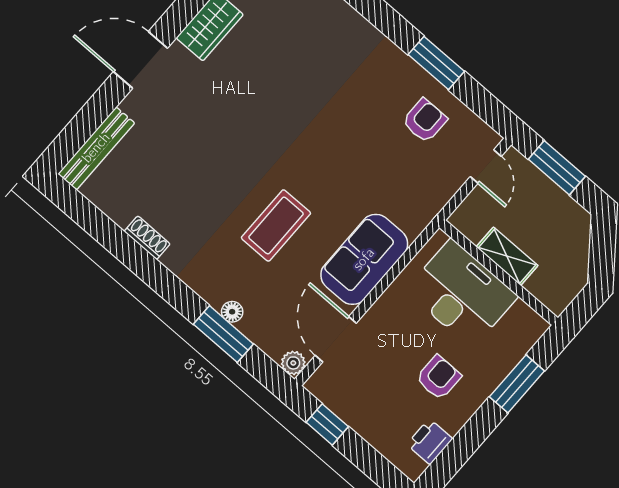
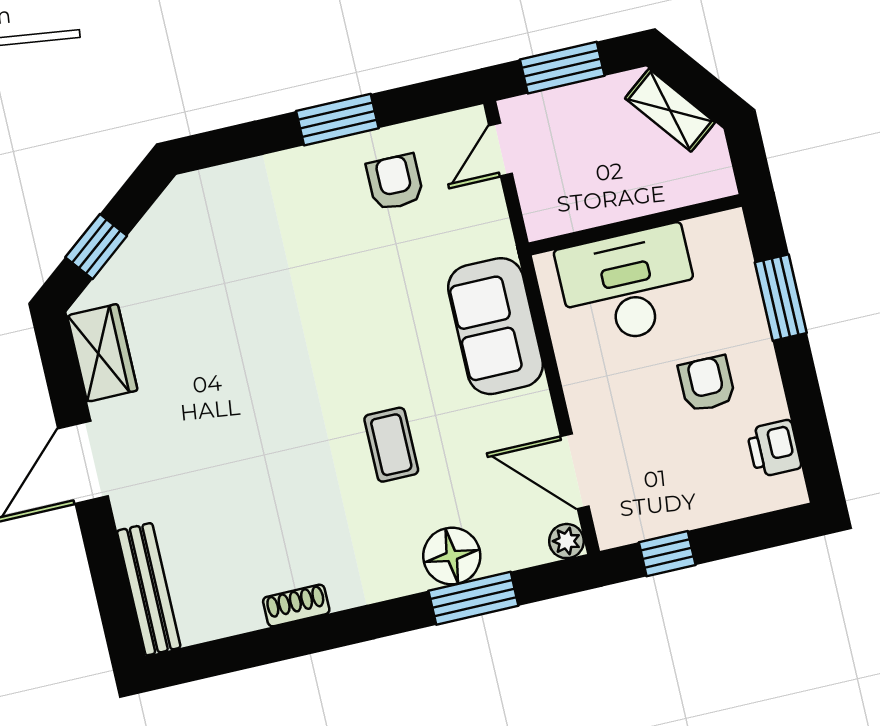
door: (486, 167) -> (501, 150), swing flipped
coffee table: (276, 225) -> (391, 445), width x0.73, depth x0.77
shelving: (507, 256) -> (670, 110), moved, turned 52
sofa: (364, 259) -> (495, 326), moved
floor lamp: (232, 312) -> (452, 556), width x1.89, depth x1.89

